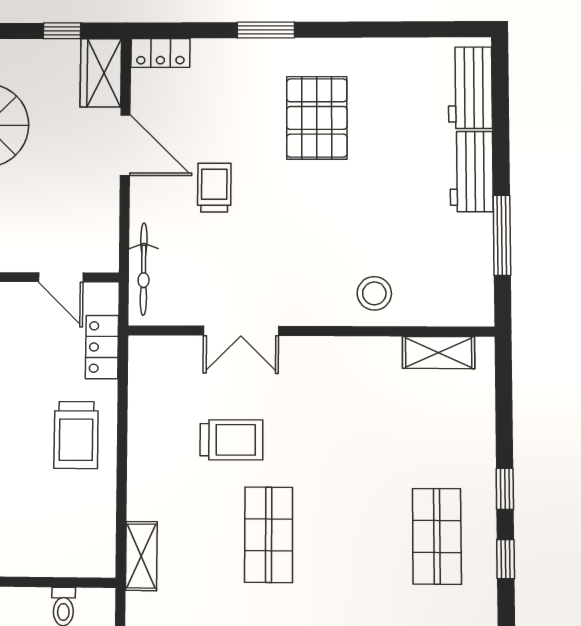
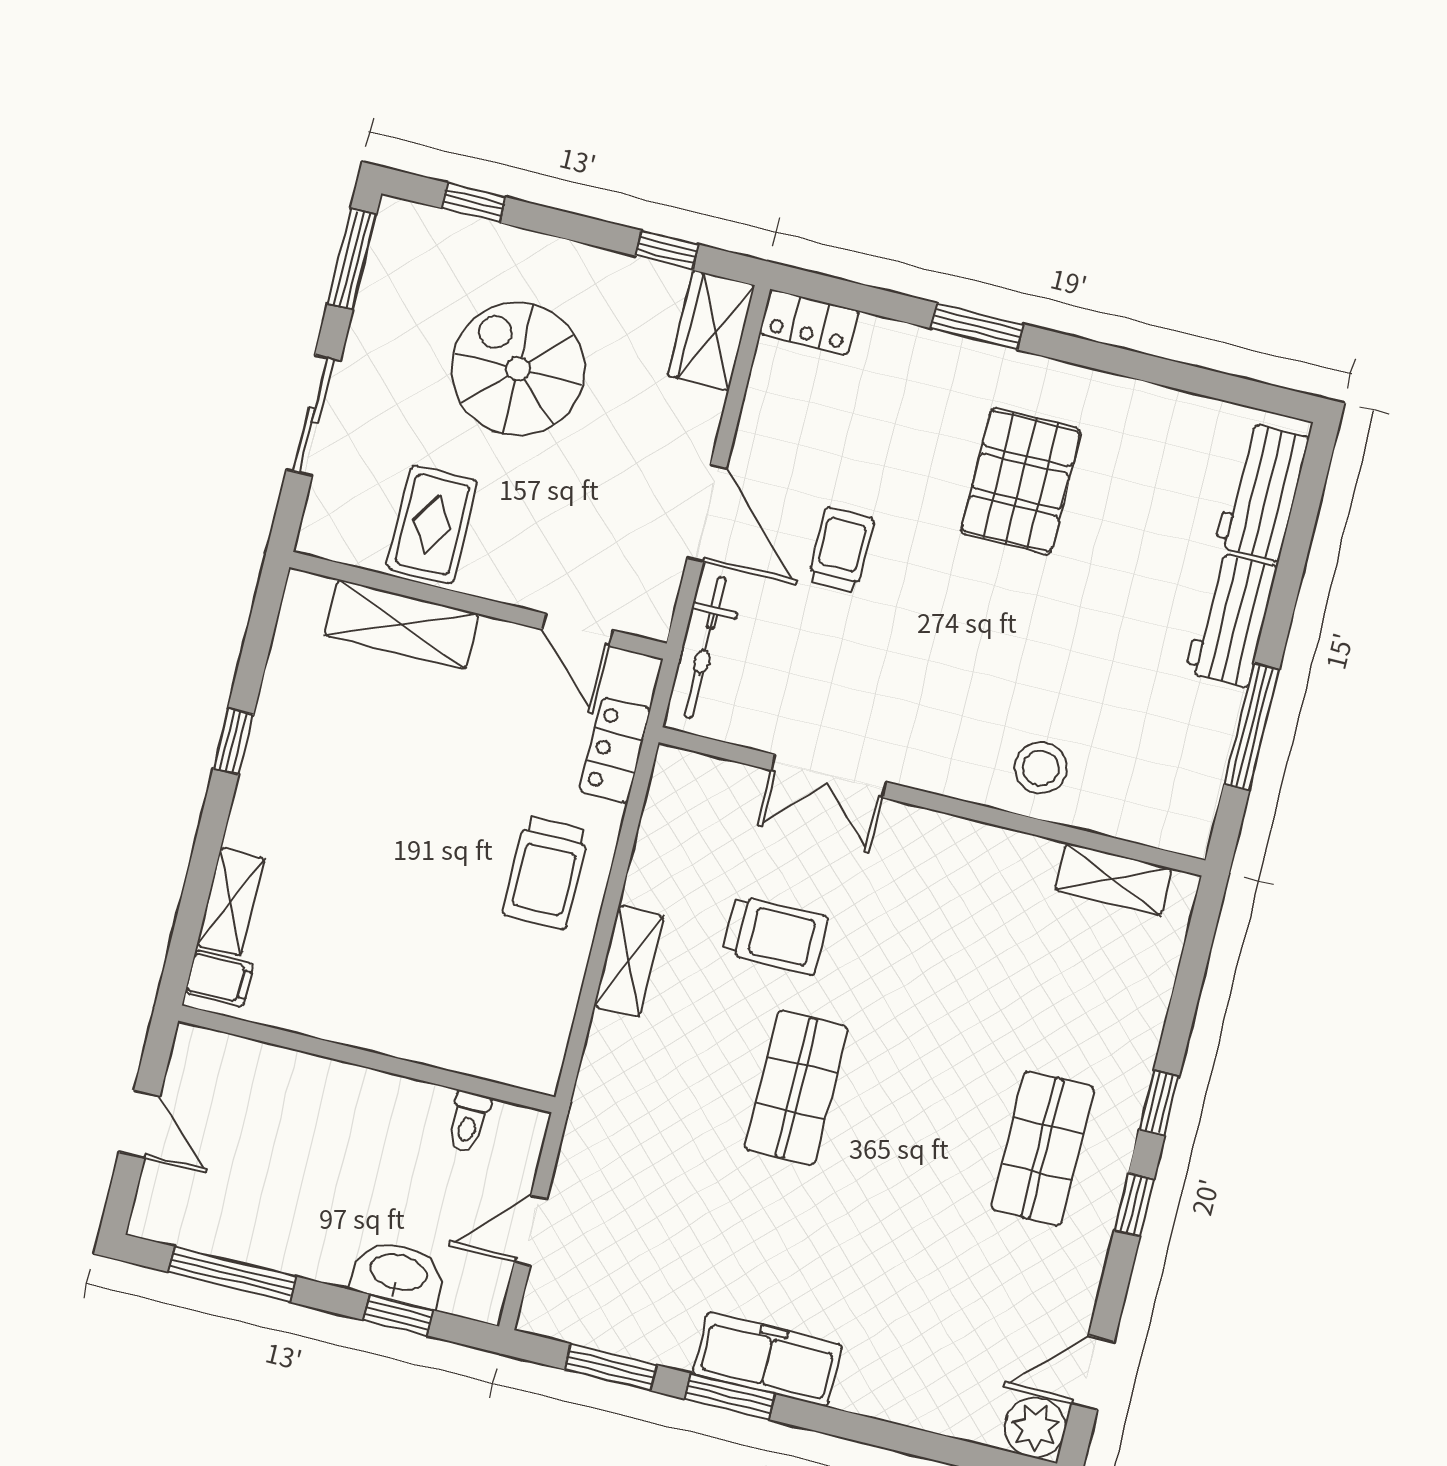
door: (125, 145) -> (707, 513), moved
shelving: (141, 556) -> (629, 961), moved

